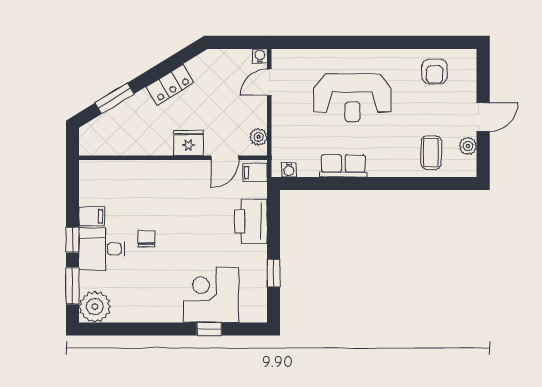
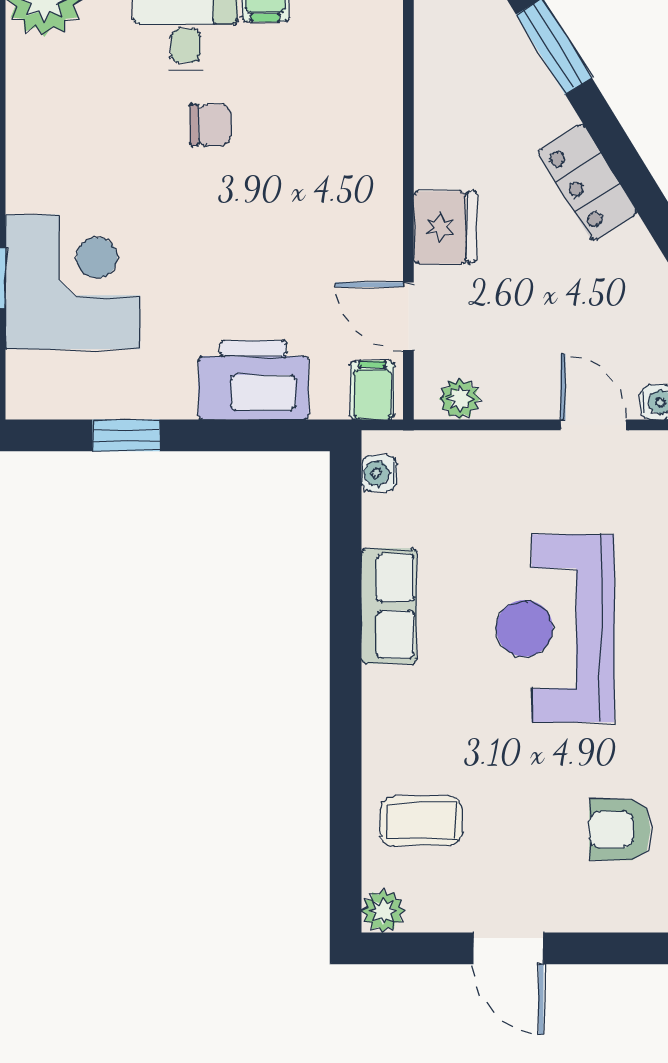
plant: (468, 146) -> (383, 911), moved

